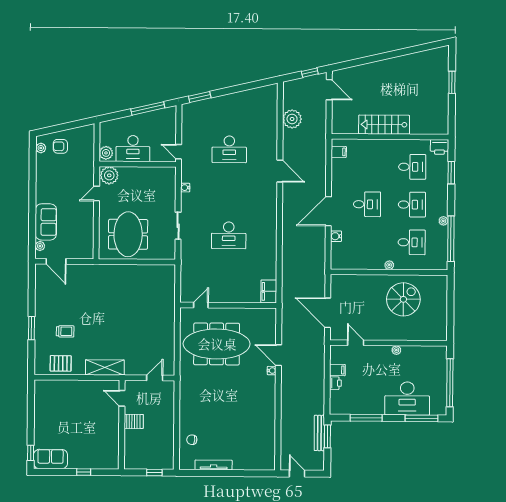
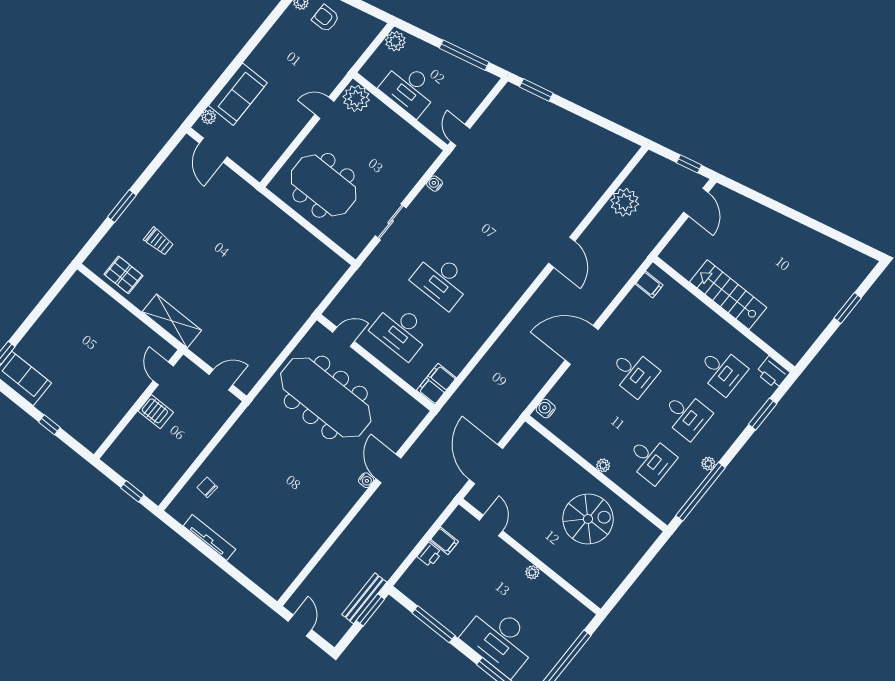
desk: (229, 149) -> (401, 331), moved
plant: (106, 153) -> (395, 41), moved
meeting table: (128, 234) -> (324, 185), turned 90
water cooler: (336, 236) -> (546, 409), moved

